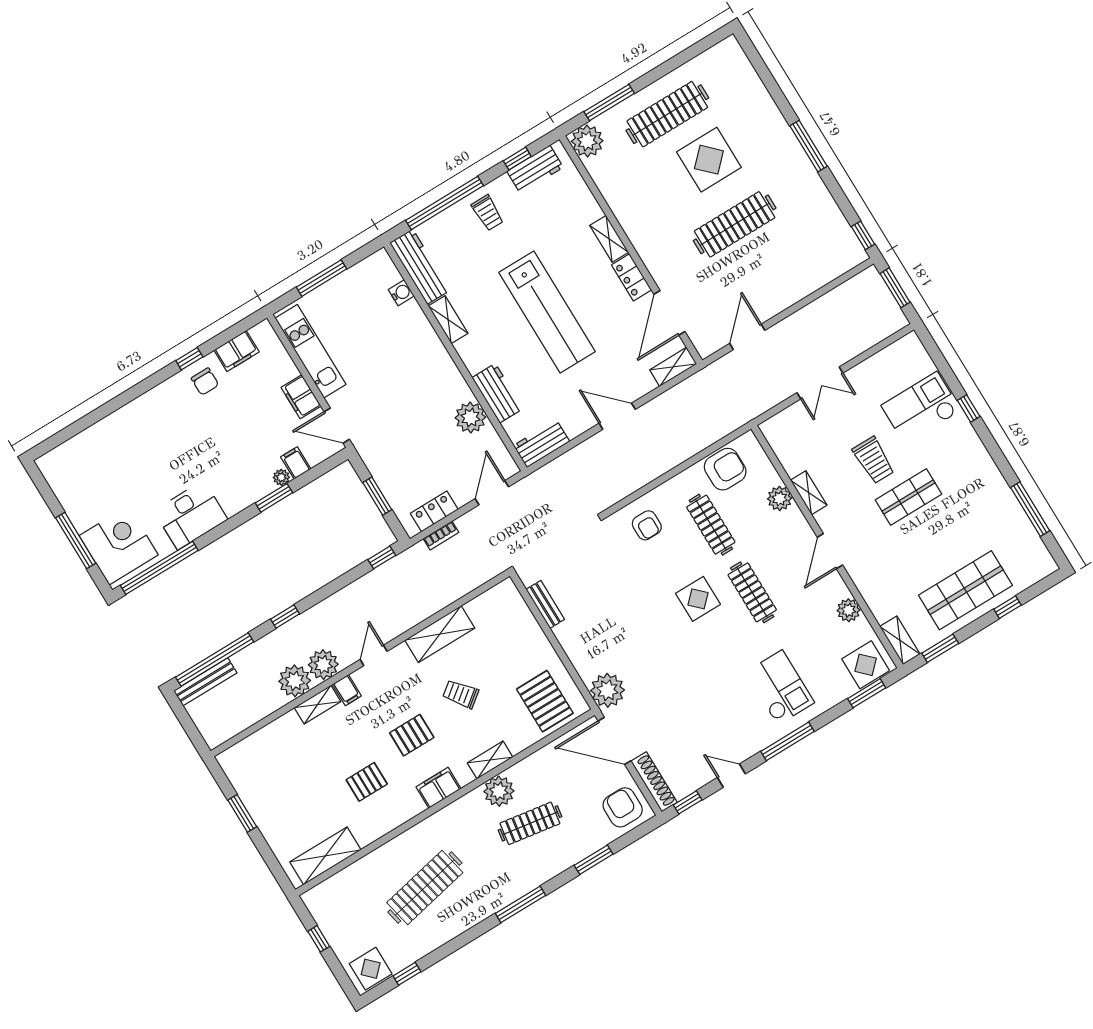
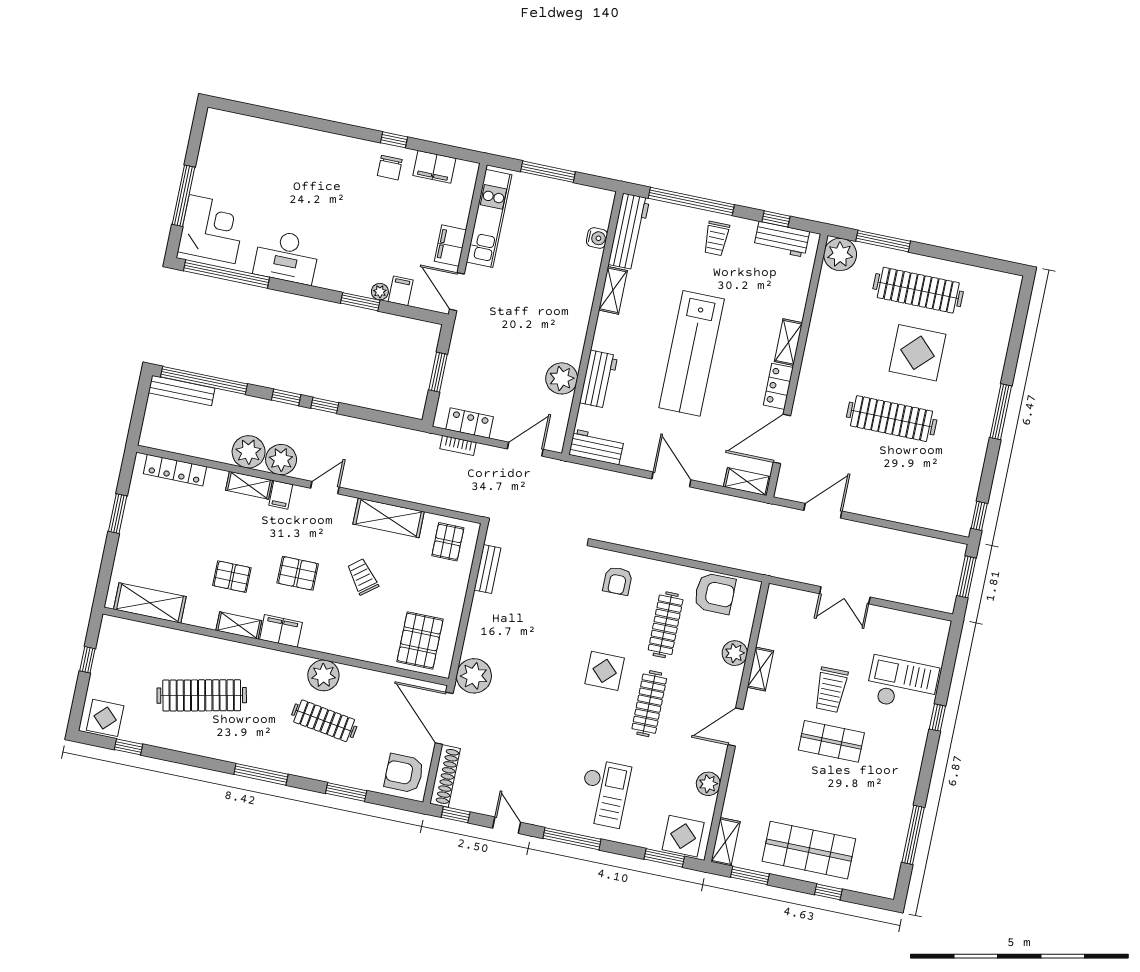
window: (382, 557) -> (325, 405), moved
pallet: (498, 611) -> (448, 542), added
locker: (254, 744) -> (175, 470), added
shelving: (490, 760) -> (239, 625), moved
armchair: (623, 807) -> (404, 773), turned -90

